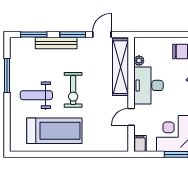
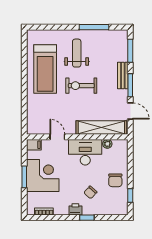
bench: (56, 43) -> (123, 75), width x0.73

